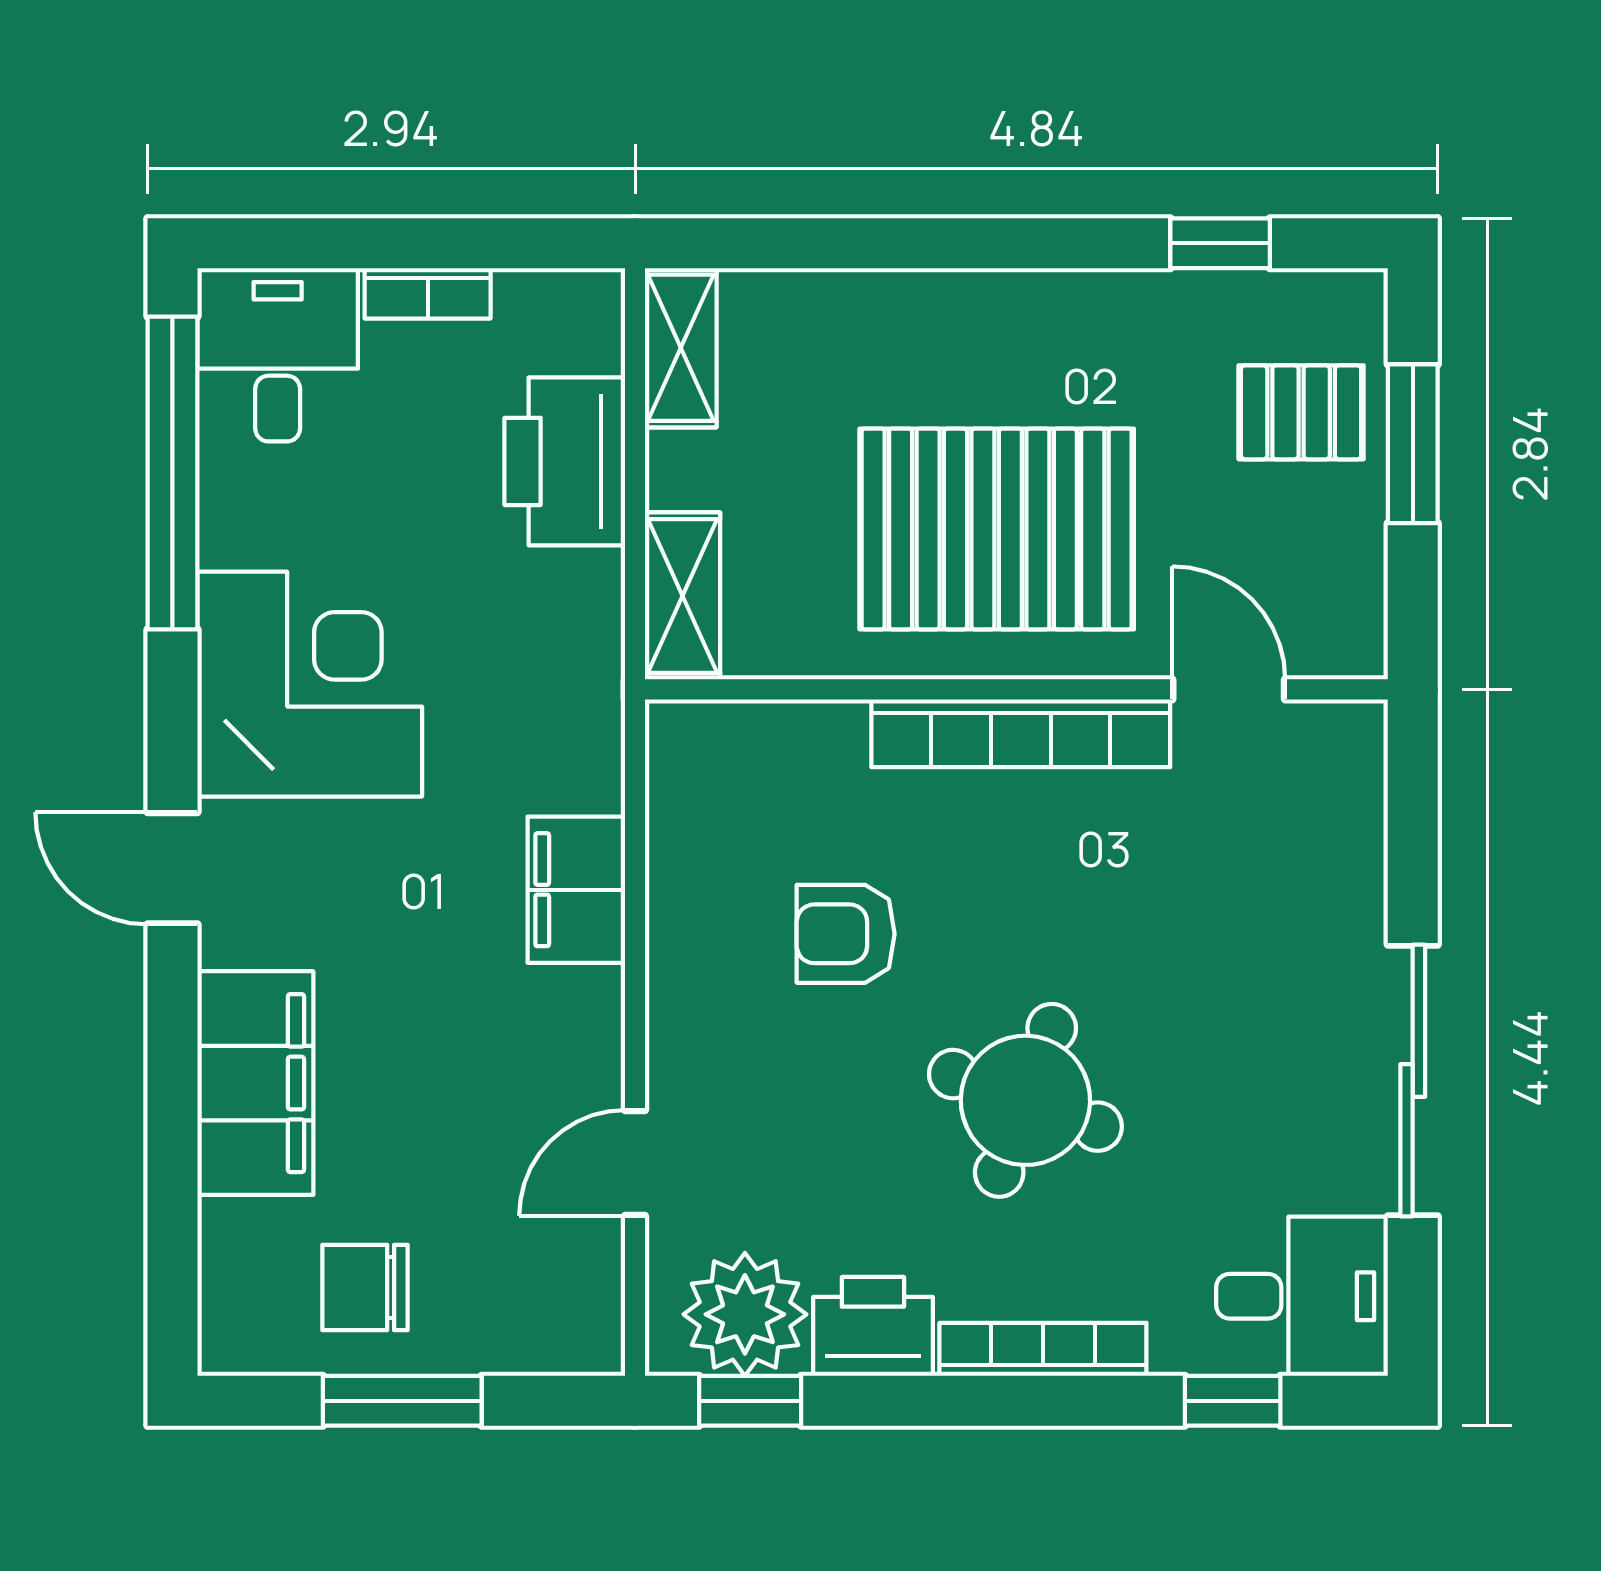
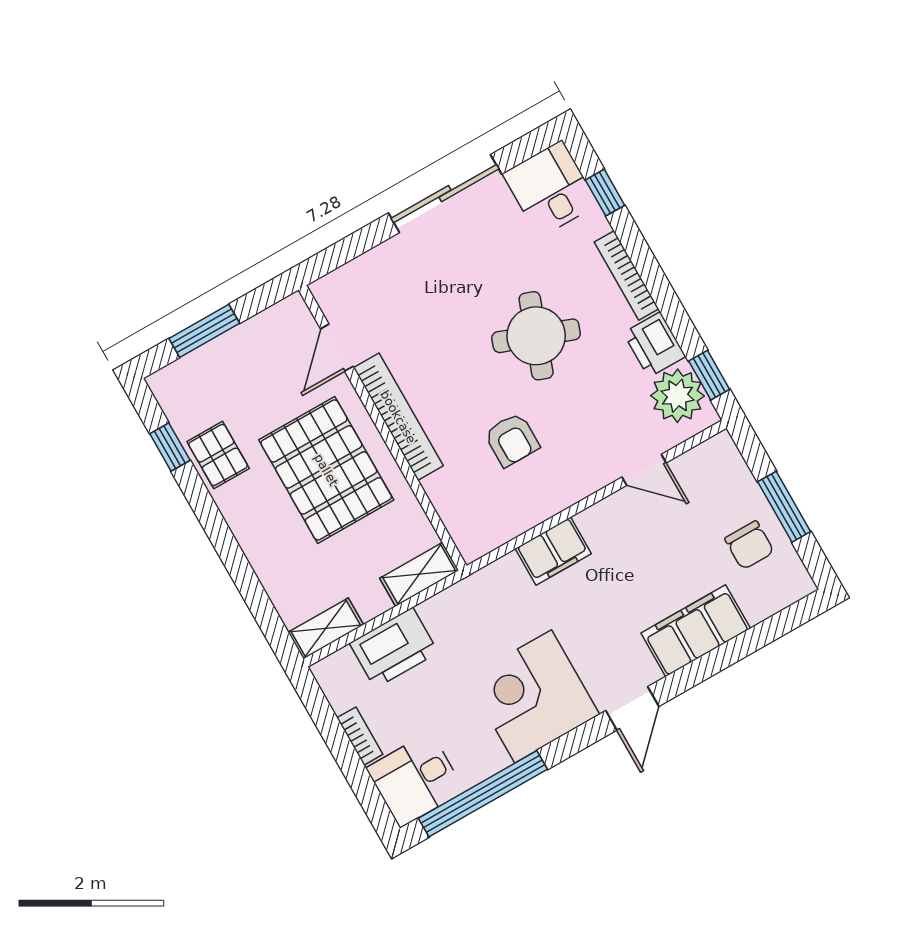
pallet: (1301, 412) -> (218, 455), moved

